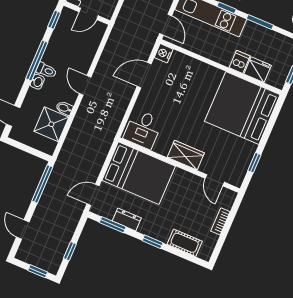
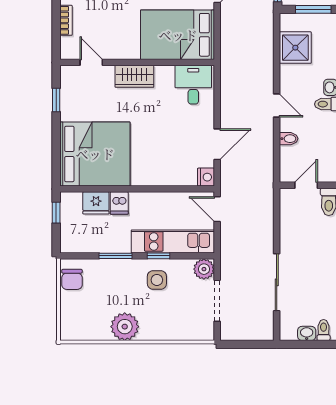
bidet: (64, 108) -> (289, 139), moved
window: (25, 148) -> (313, 9), added

